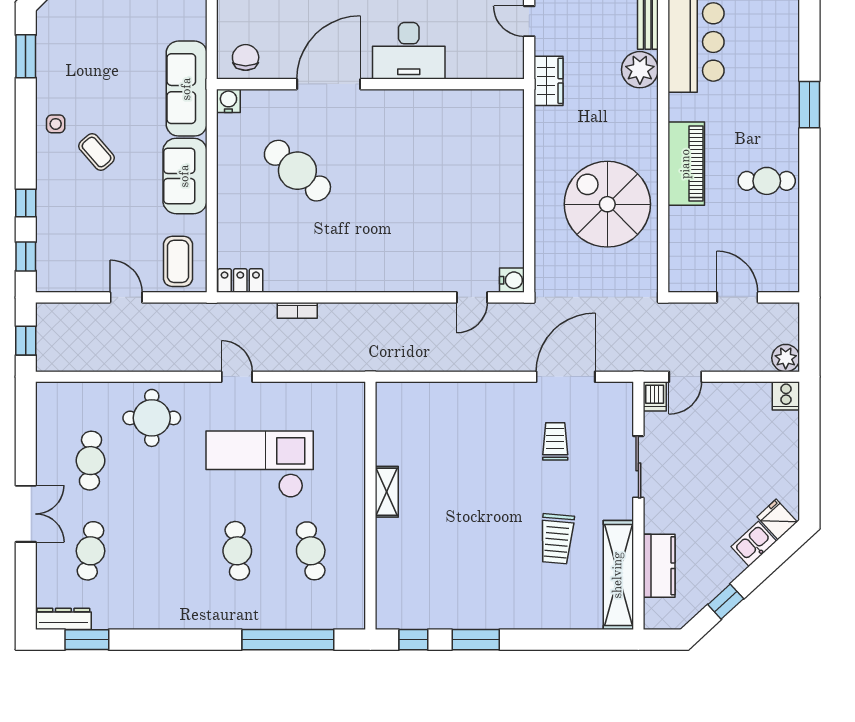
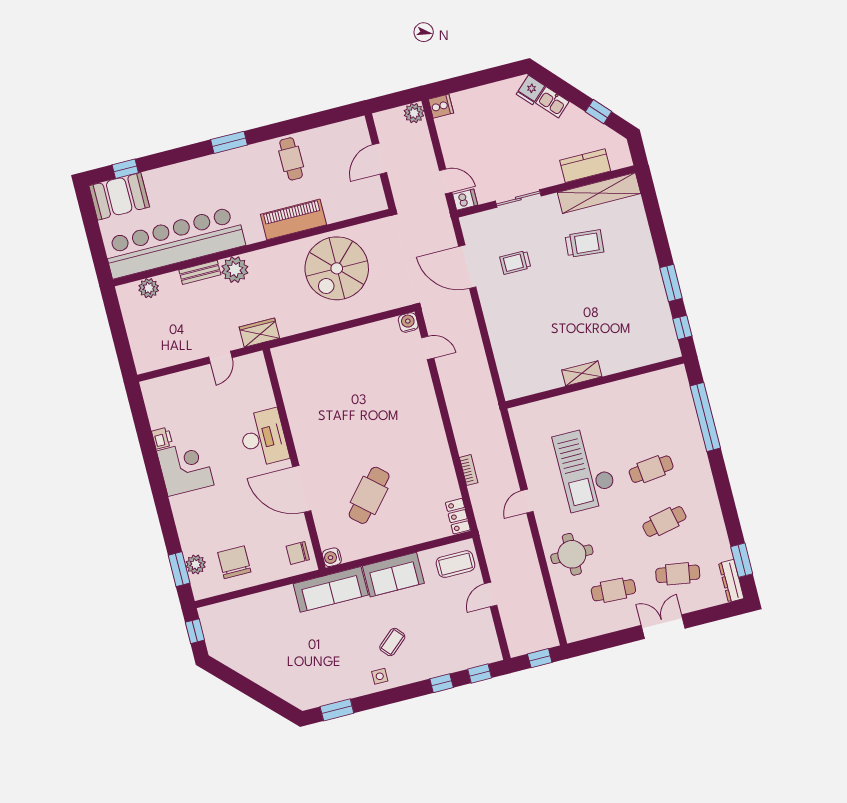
cafe table: (311, 551) -> (664, 521), moved

